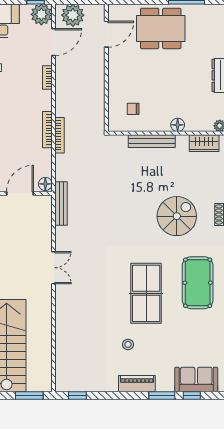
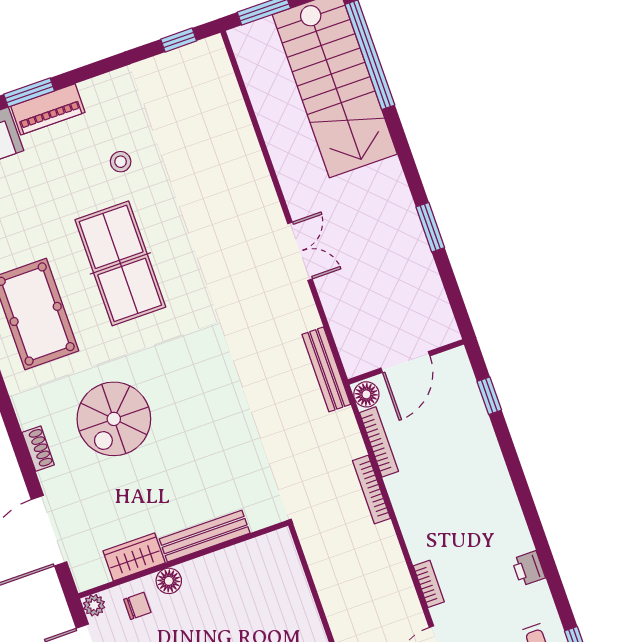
chair: (133, 109) -> (137, 606), moved
bookcase: (47, 130) -> (379, 442), moved
wardrobe: (204, 143) -> (134, 557), moved
double door: (53, 268) -> (300, 251), swing flipped
piano: (137, 384) -> (48, 109), moved

